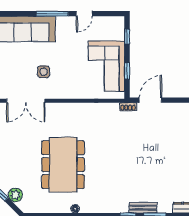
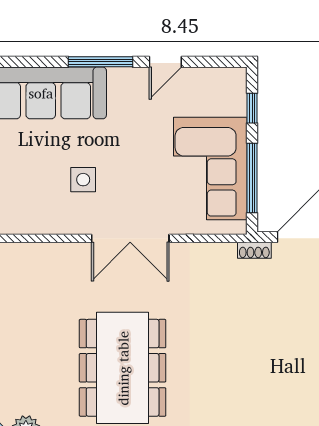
window: (127, 71) -> (252, 178), width x2.17
double door: (26, 101) -> (130, 238), moved

